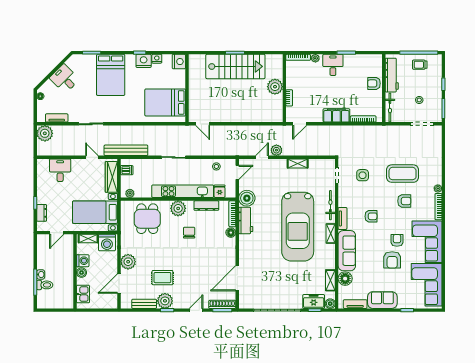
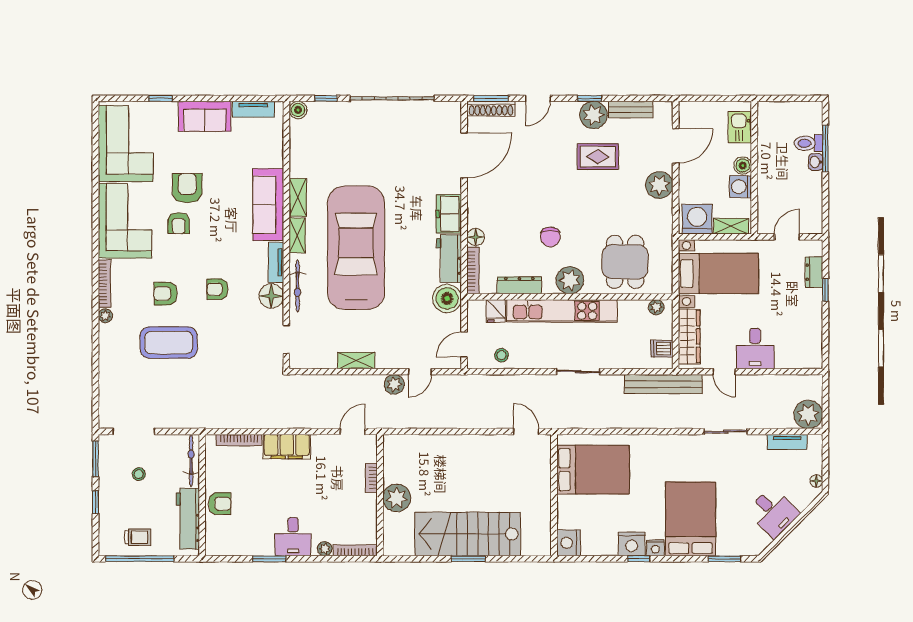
nightstand: (157, 59) -> (655, 548), moved
desk: (60, 170) -> (755, 348), moved
side table: (363, 175) -> (240, 340), removed
armchair: (371, 216) -> (217, 289), moved
floor lamp: (345, 279) -> (271, 296), moved
shelving: (330, 280) -> (298, 197), moved
freezer: (314, 301) -> (449, 214), moved, turned 90

